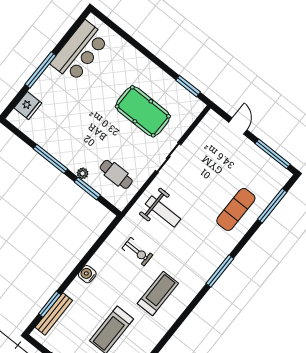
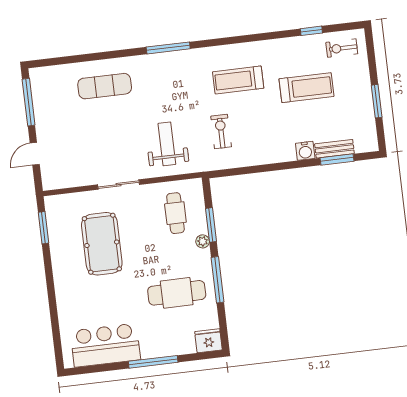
fridge: (28, 106) -> (208, 341), moved
cafe table: (67, 126) -> (177, 293), added
window: (272, 206) -> (71, 59), removed
water cooler: (87, 274) -> (305, 151), moved
bench: (54, 314) -> (334, 149), width x0.73

